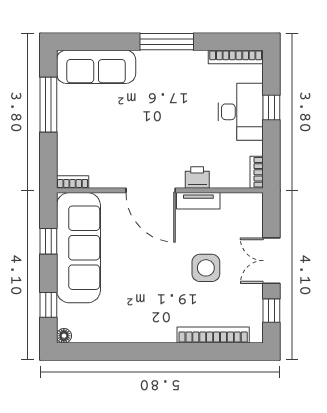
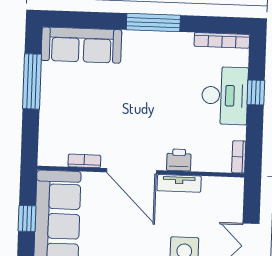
bookcase: (73, 182) -> (84, 161), moved

